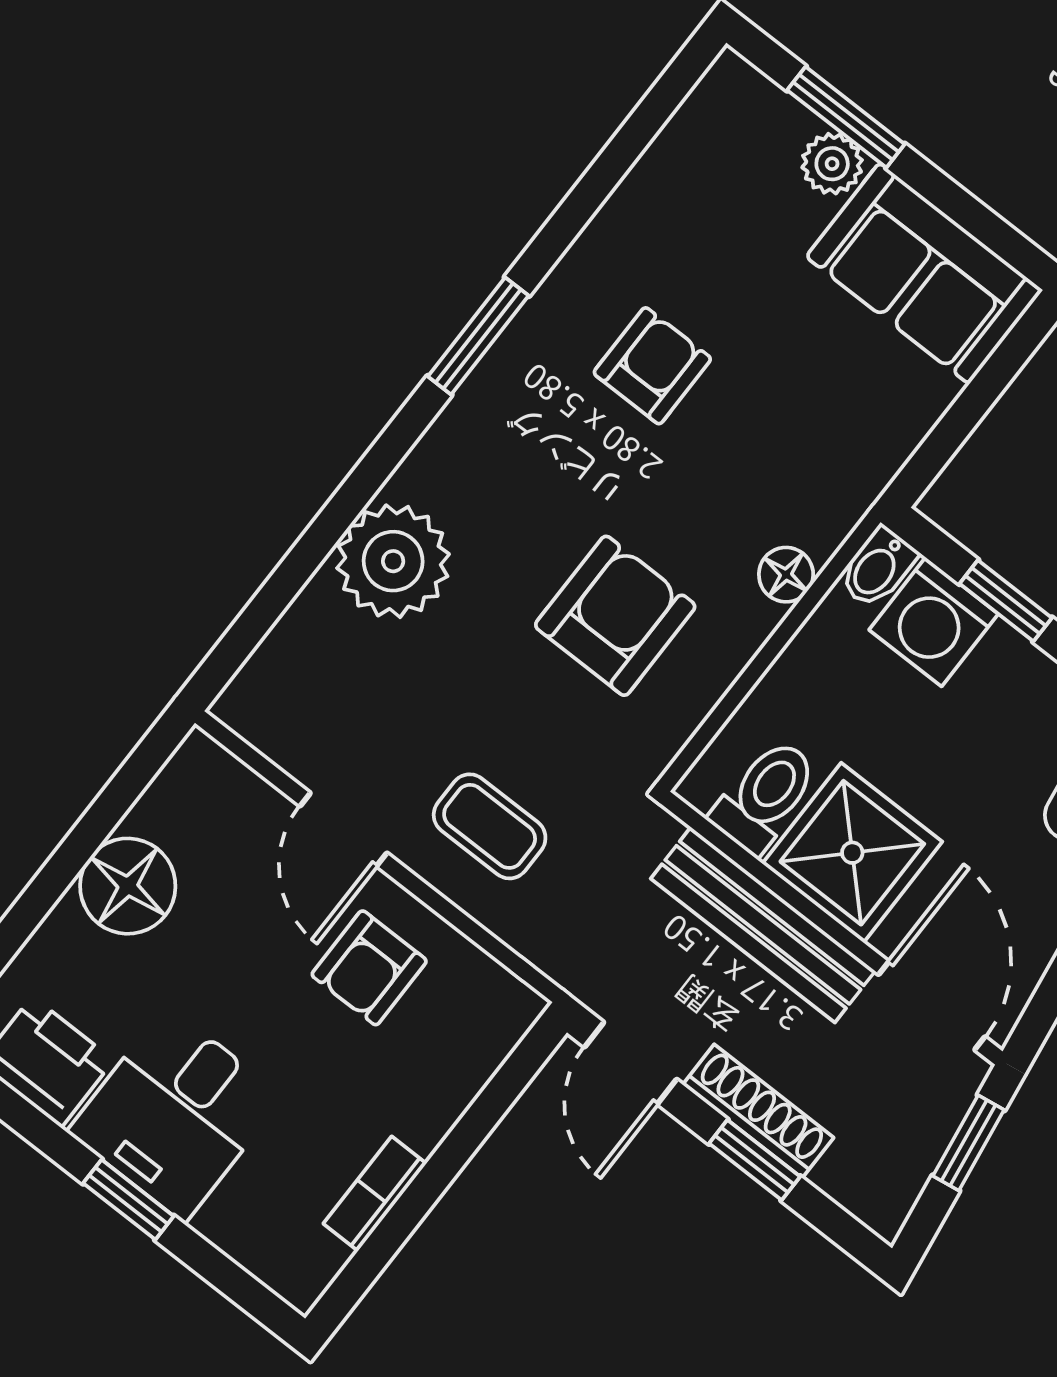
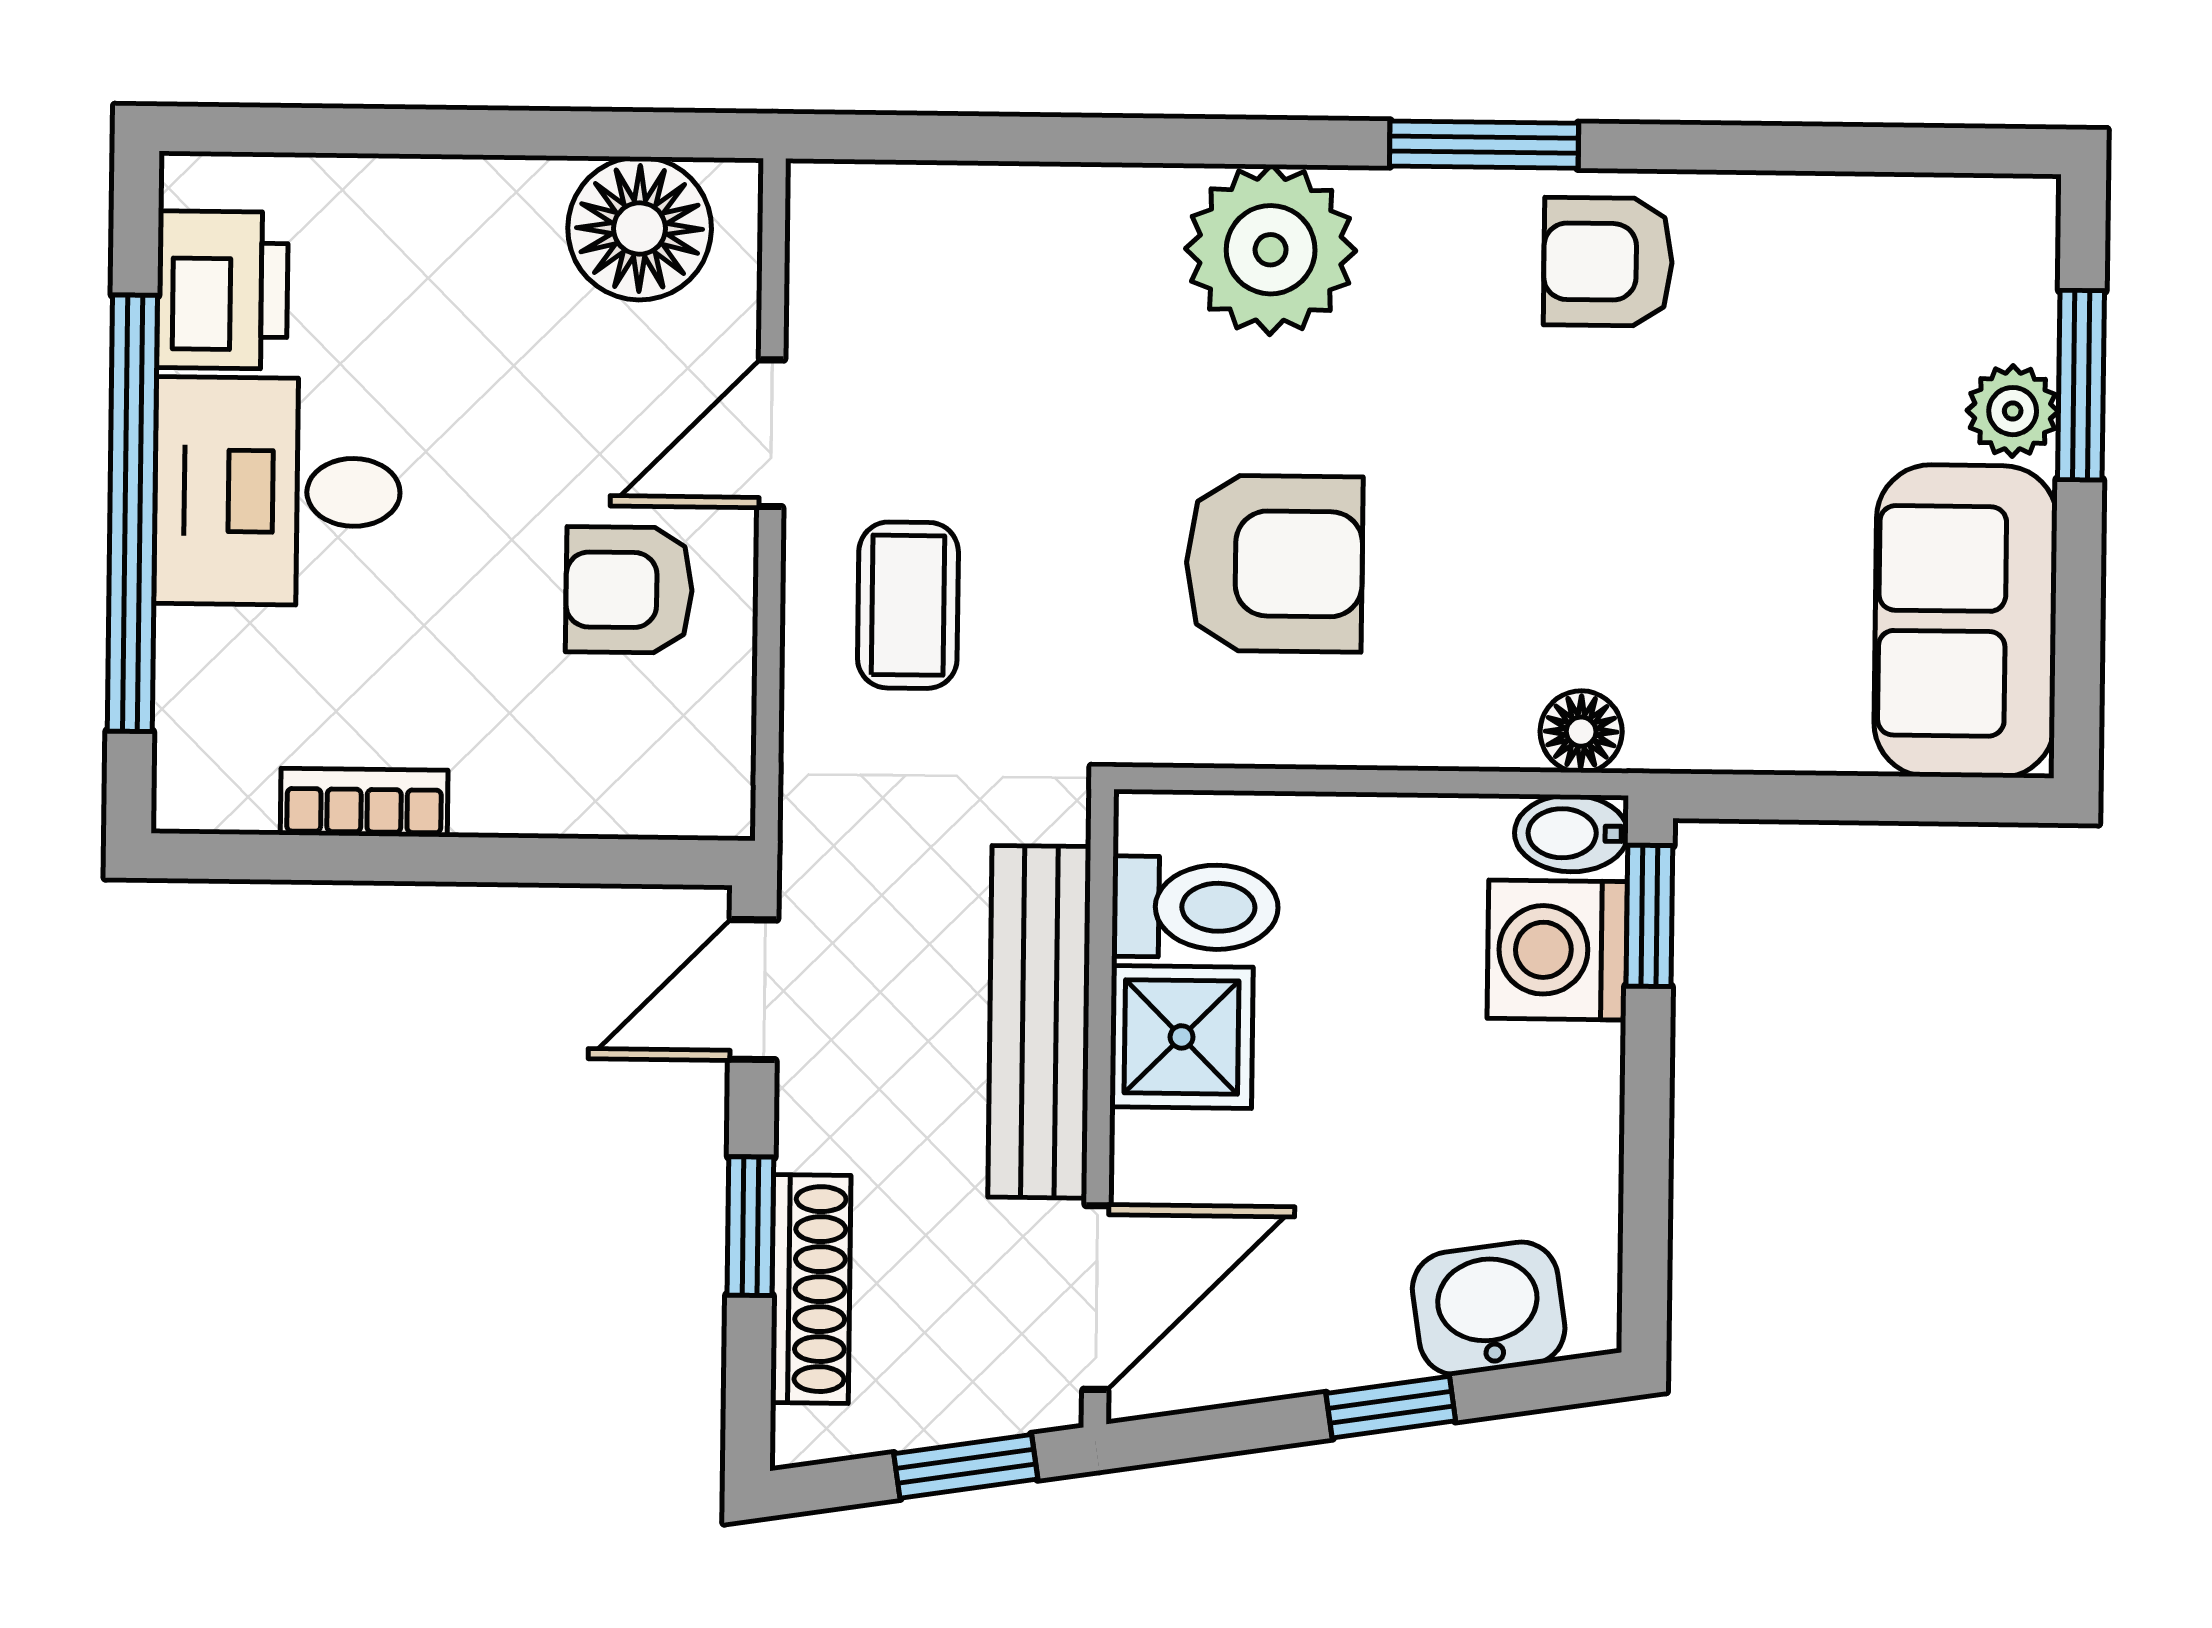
armchair: (652, 366) -> (1608, 262), moved, turned 180
plant: (393, 561) -> (1271, 250), moved
floor lamp: (786, 575) -> (1581, 732), moved
window: (1006, 601) -> (1649, 916), moved
shower: (852, 853) -> (1182, 1037), width x0.73, depth x0.73
floor lamp: (128, 886) -> (640, 228), moved
shoe rack: (758, 1111) -> (811, 1289), moved
window: (128, 1200) -> (132, 513), width x3.17

